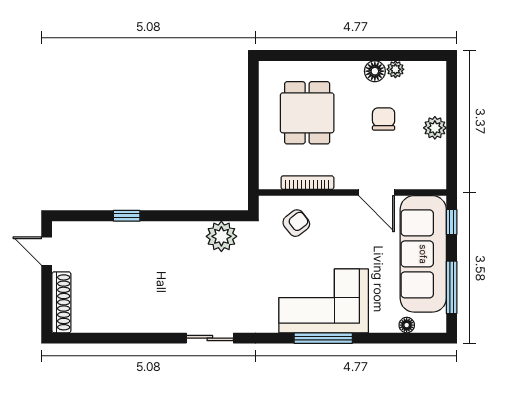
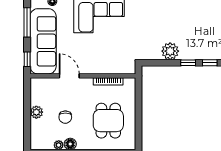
window: (165, 216) -> (188, 63), added
armchair: (296, 223) -> (114, 59), removed
plant: (221, 236) -> (170, 51), moved

